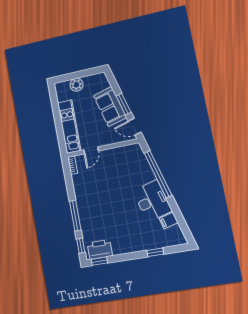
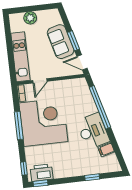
corner desk: (98, 194) -> (43, 122), added
window: (75, 216) -> (19, 126), moved

